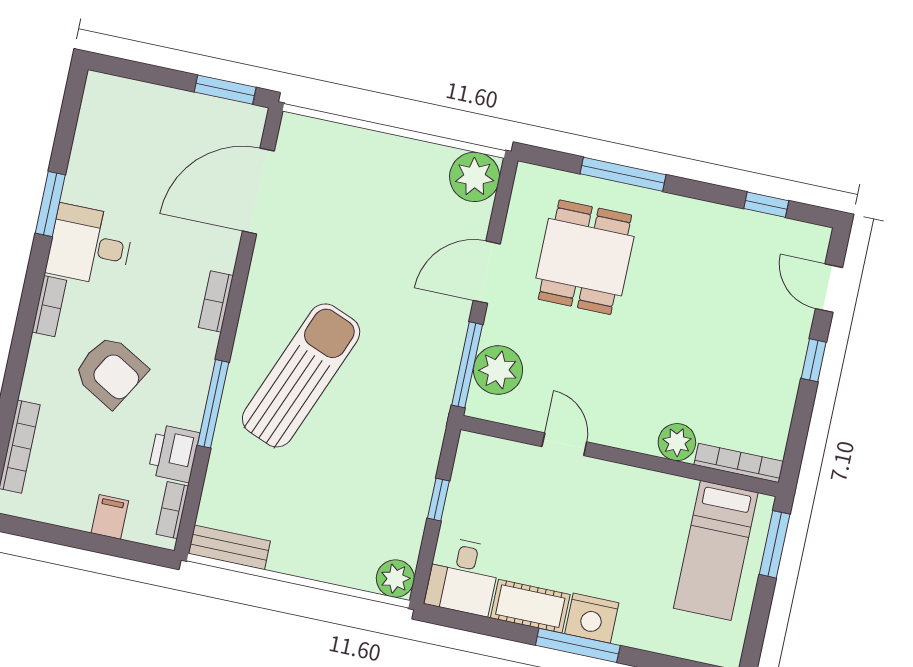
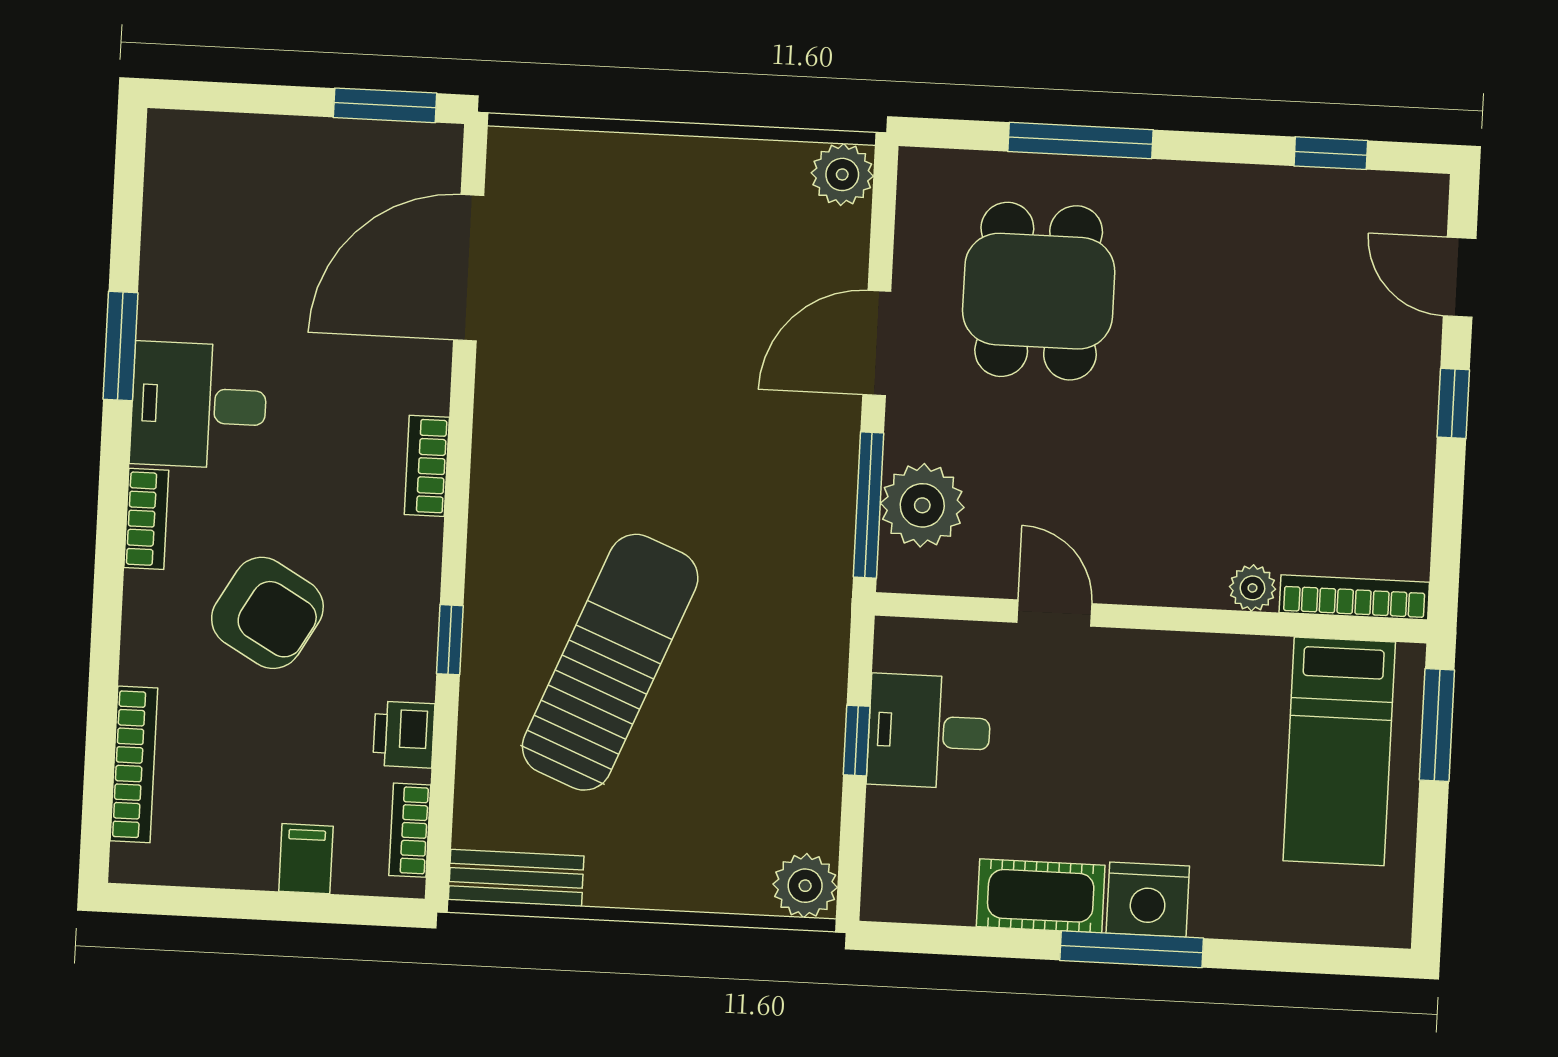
plant: (475, 177) -> (842, 174), width x0.73, depth x0.73
sun lounger: (301, 375) -> (610, 662), moved
window: (213, 404) -> (450, 640), width x0.46
plant: (677, 442) -> (1252, 588), width x0.73, depth x0.73
printer: (174, 453) -> (404, 735), width x0.73, depth x0.81
desk: (463, 576) -> (929, 731), moved, turned 90

